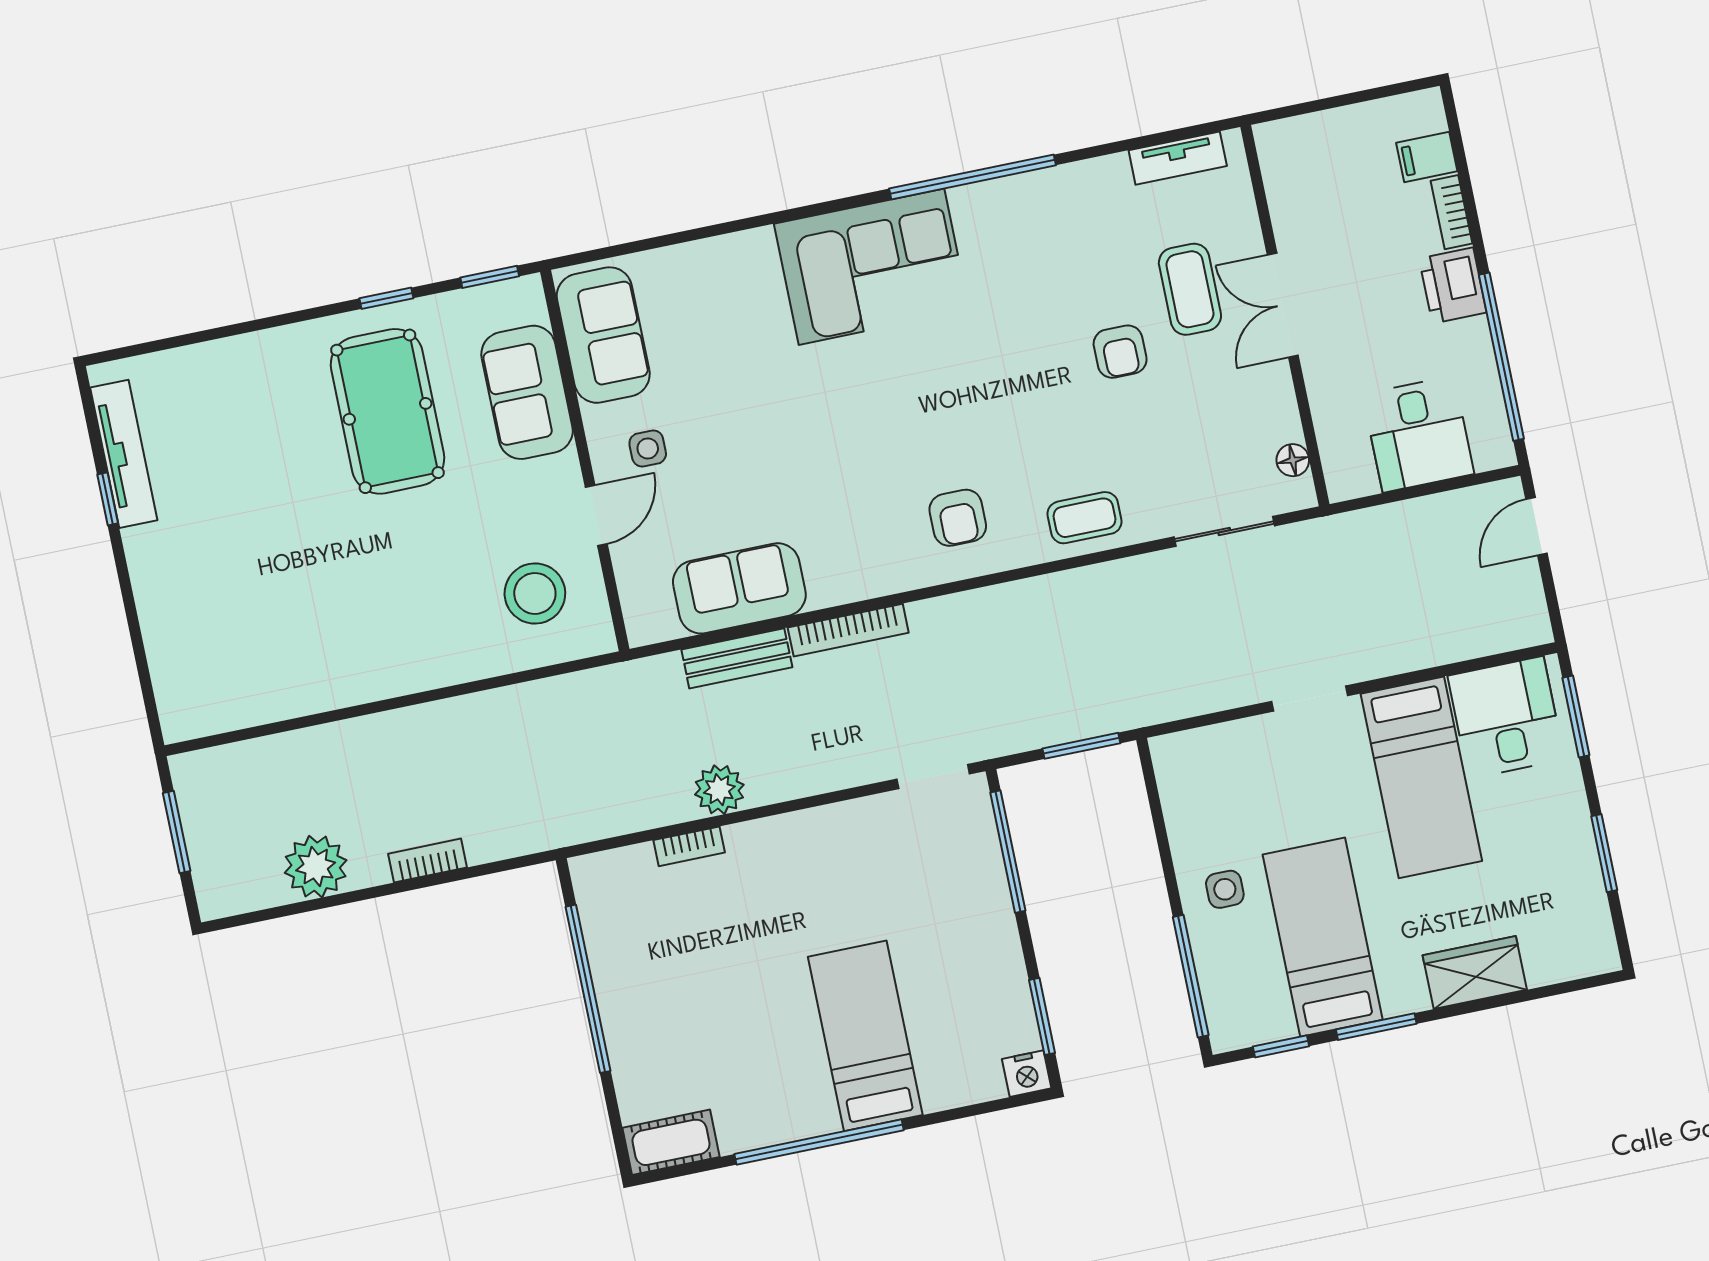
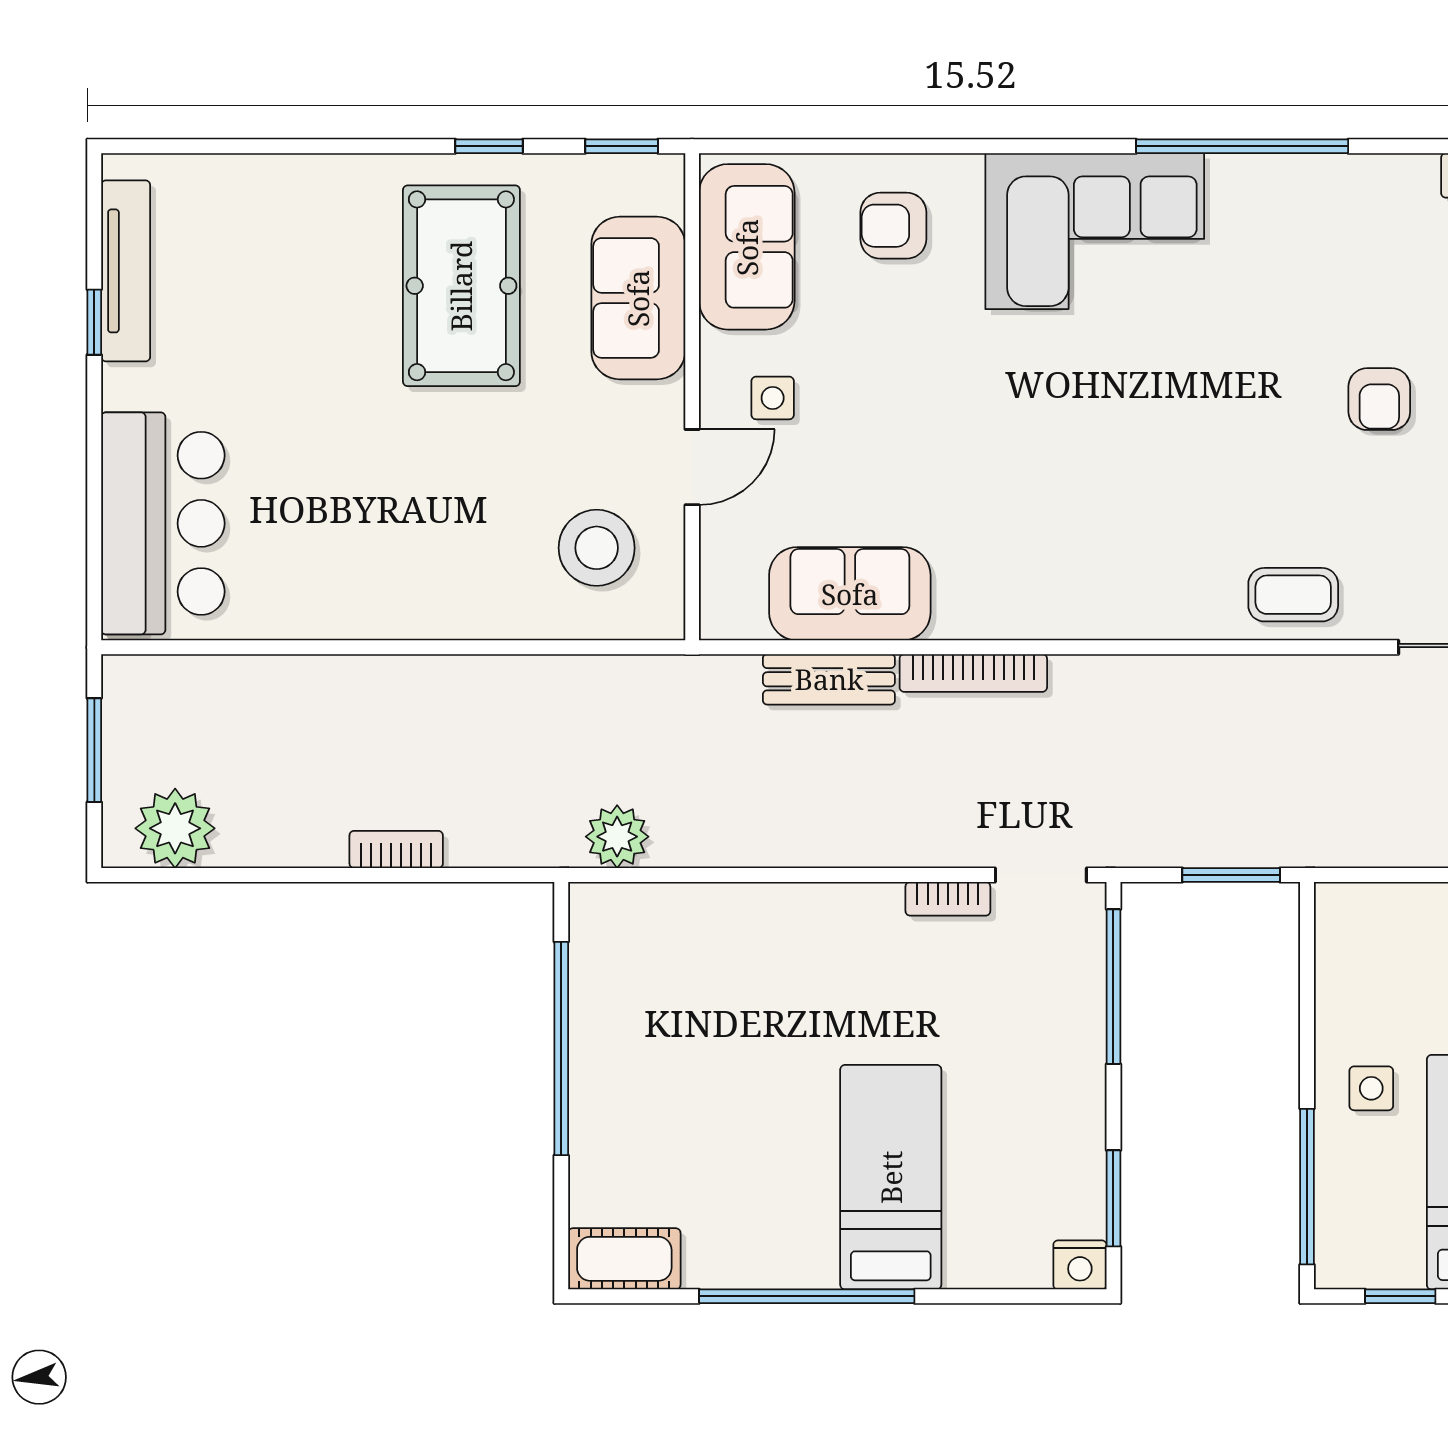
armchair: (958, 518) -> (893, 226), moved, turned 90
bar counter: (193, 644) -> (163, 523), added
plant: (719, 790) -> (617, 837), moved
bookcase: (689, 846) -> (948, 899), moved
plant: (316, 867) -> (175, 828), moved

